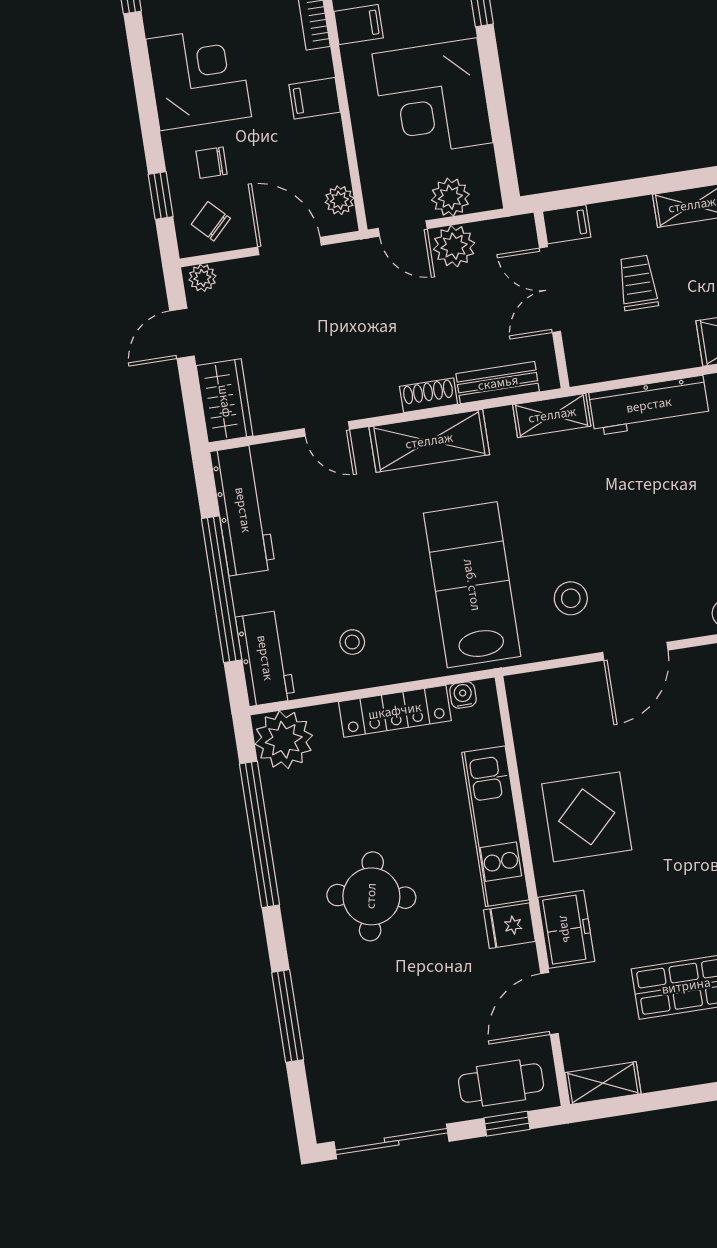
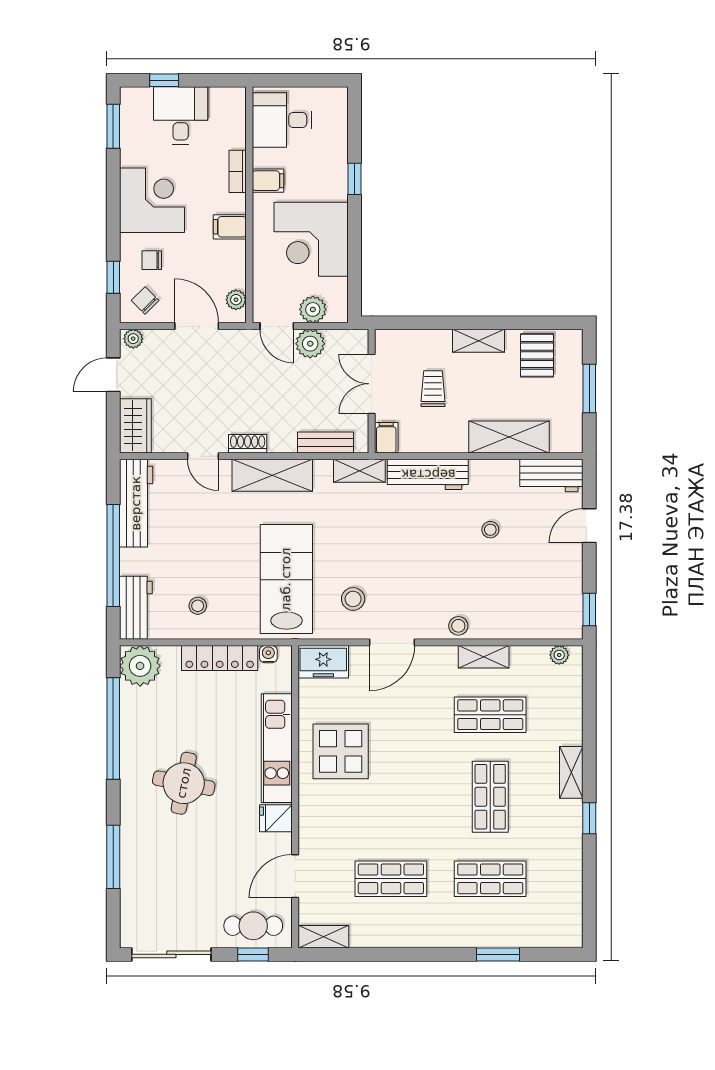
filing cabinet: (567, 224) -> (386, 438), moved, turned -90
shoe rack: (429, 395) -> (248, 444), moved
freezer: (566, 929) -> (323, 662), moved, turned 90

